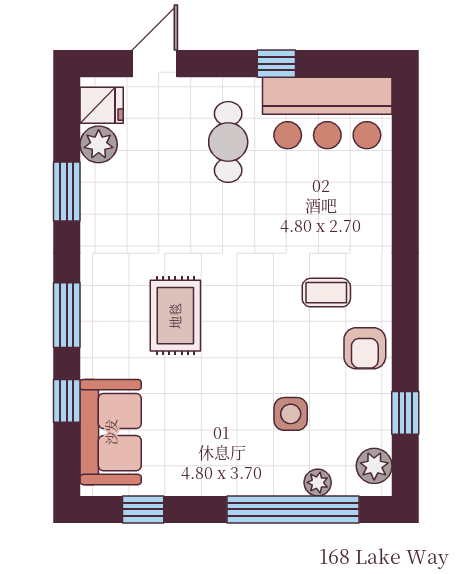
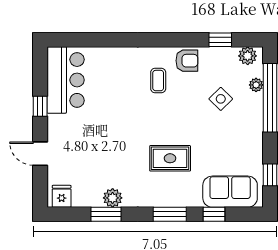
door: (155, 64) -> (40, 154), moved
cafe table: (228, 142) -> (81, 131), removed
plant: (99, 144) -> (113, 198), moved
side table: (291, 414) -> (221, 99), turned 45

